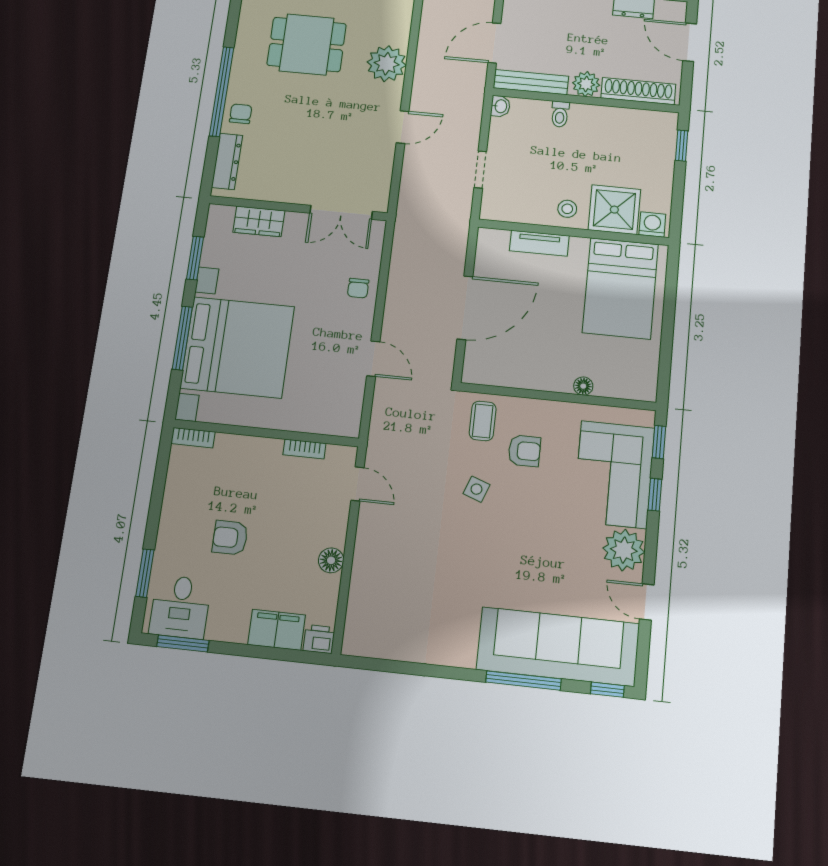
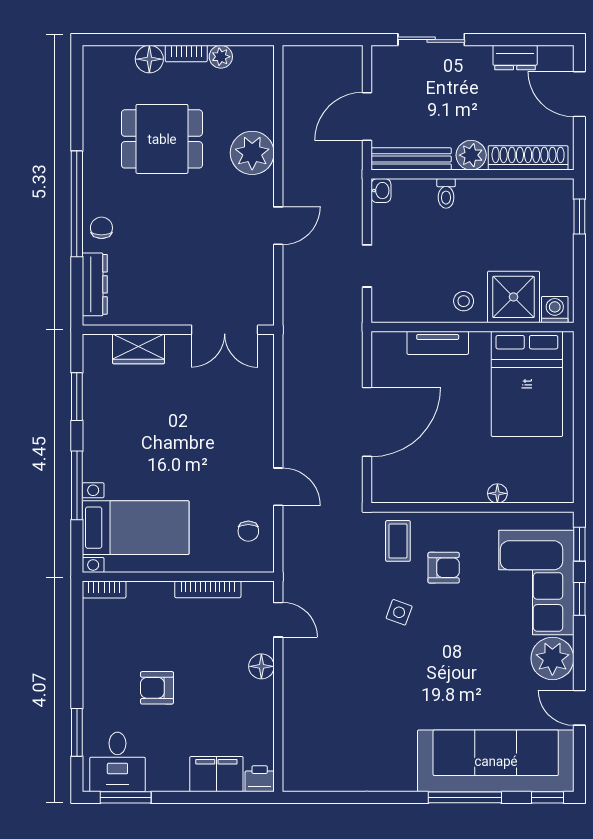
chair: (358, 288) -> (248, 531), moved
bed with nightstands: (237, 347) -> (136, 528), width x0.54
bookcase: (304, 449) -> (208, 589), width x1.56
floor lamp: (331, 560) -> (261, 666), moved

